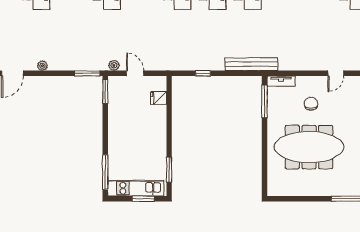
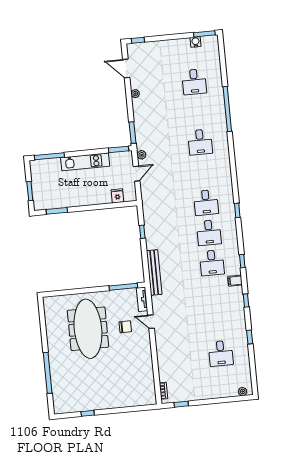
door: (336, 73) -> (151, 322), moved
kitchen unit: (136, 188) -> (85, 162), moved, turned 90

